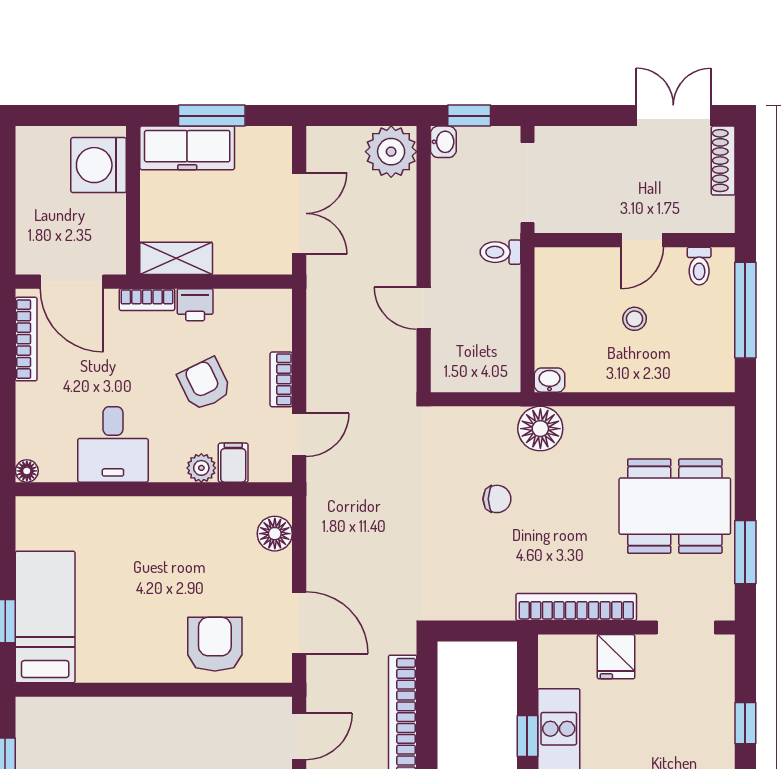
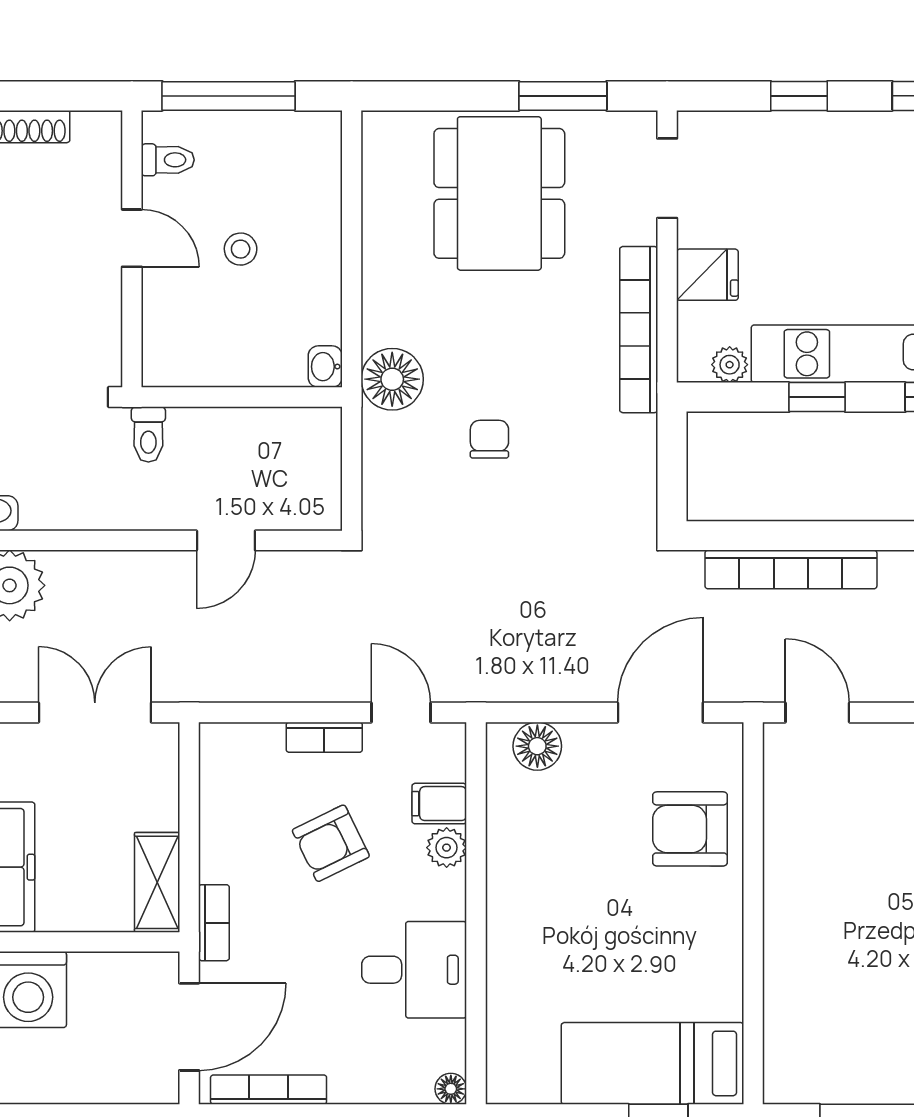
printer: (195, 305) -> (221, 856), removed
plant: (551, 673) -> (730, 365), added

